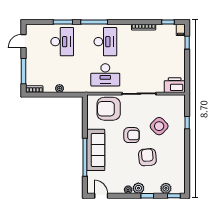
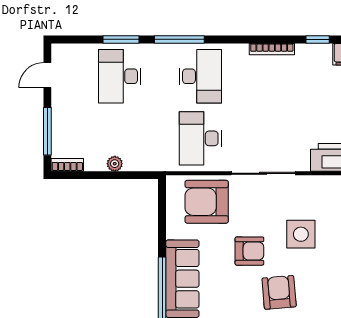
desk: (62, 42) -> (120, 76), turned 180
desk: (105, 75) -> (200, 138), turned 90
side table: (159, 126) -> (301, 234), turned 45

